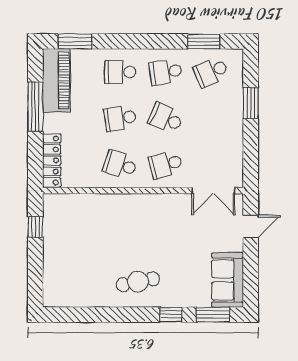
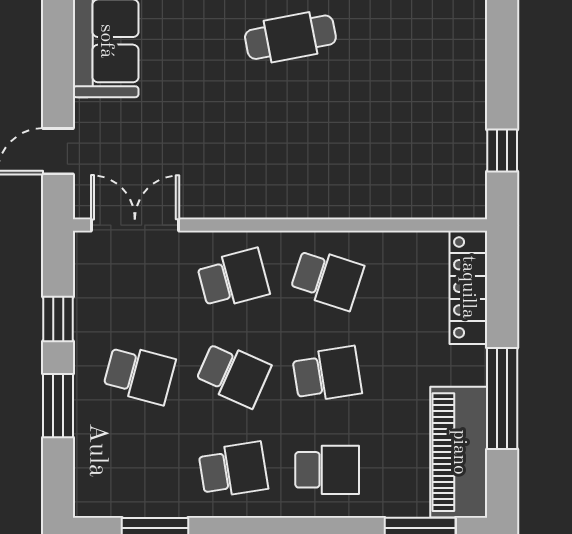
school desk: (211, 72) -> (139, 374), moved, turned 39
window: (251, 145) -> (58, 319), added

